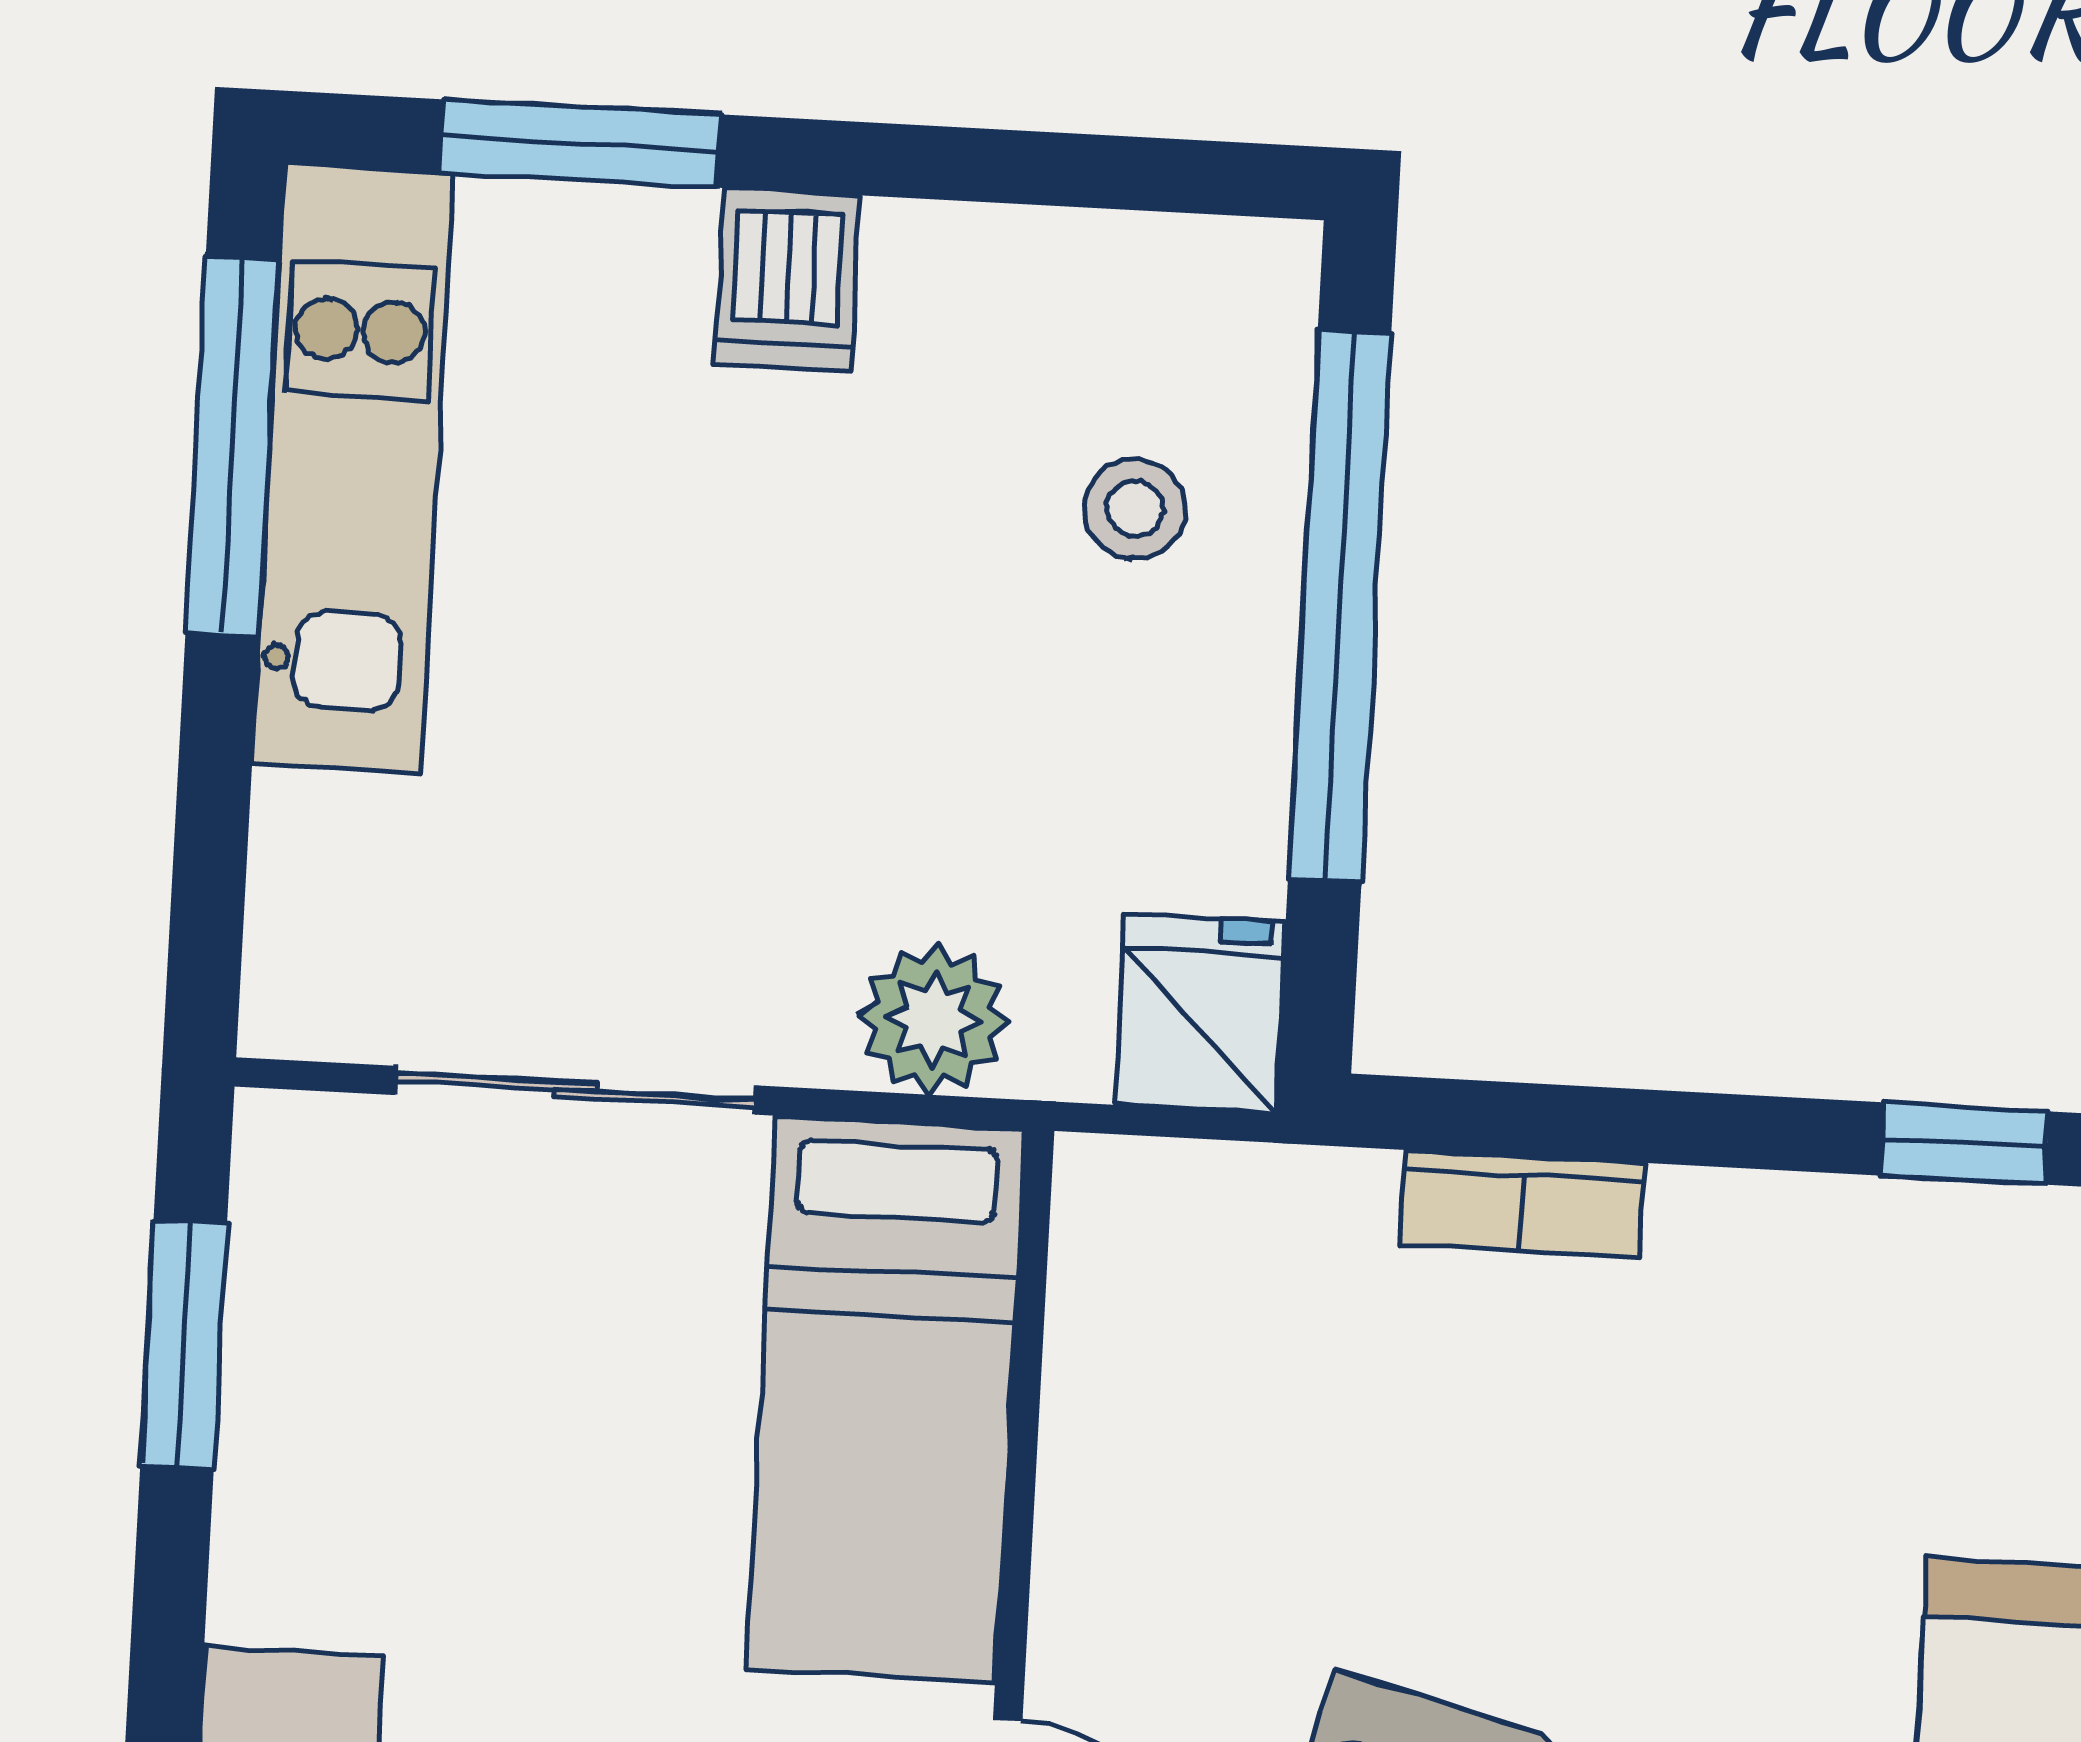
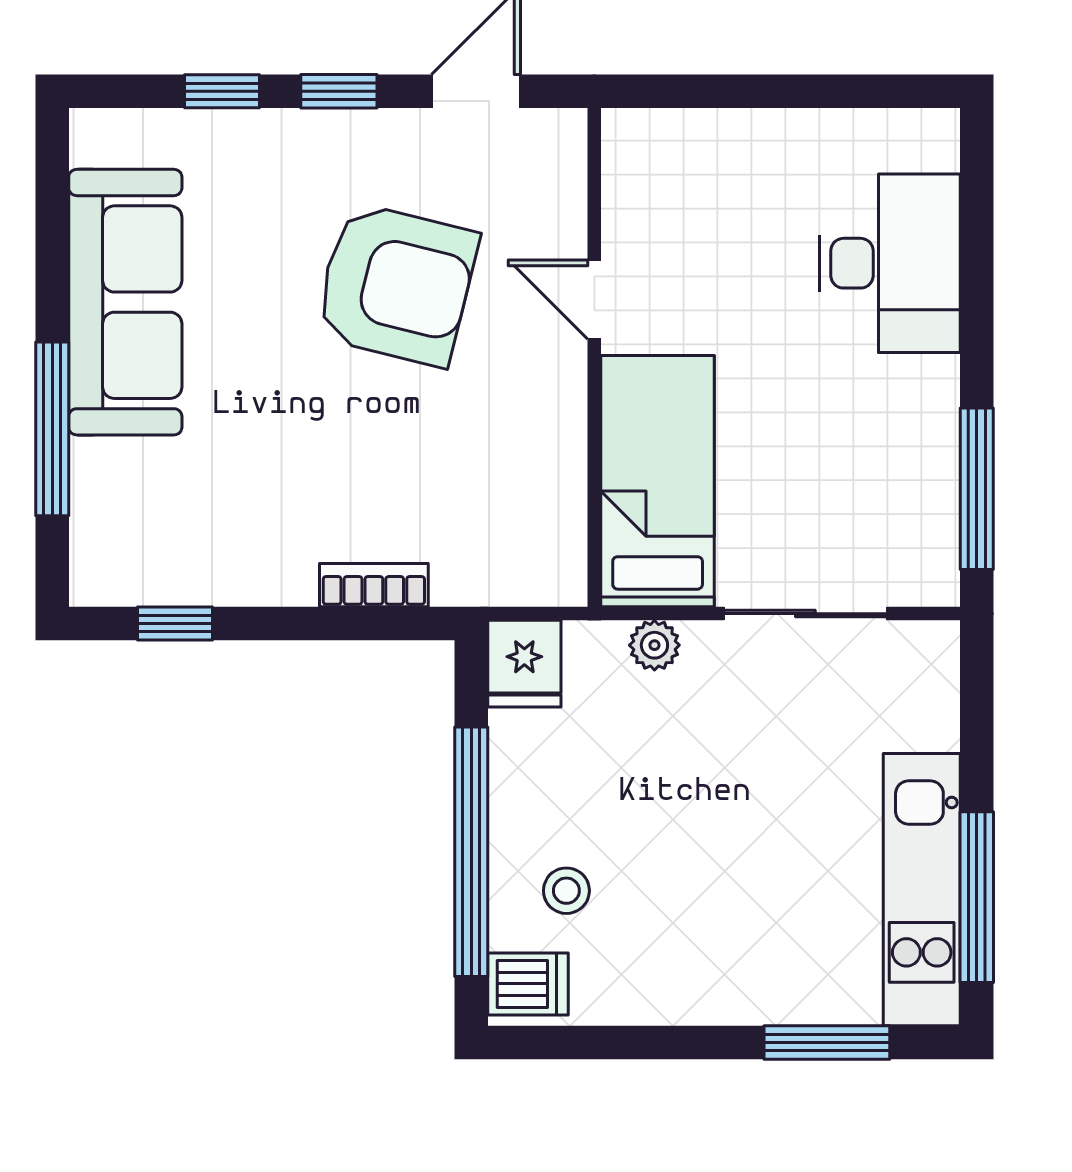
dishwasher: (787, 280) -> (528, 984), moved, turned 90
plant: (933, 1019) -> (654, 645), width x0.73, depth x0.73
window: (184, 1345) -> (977, 489), width x1.44

